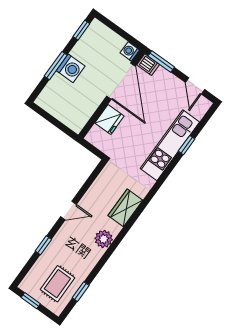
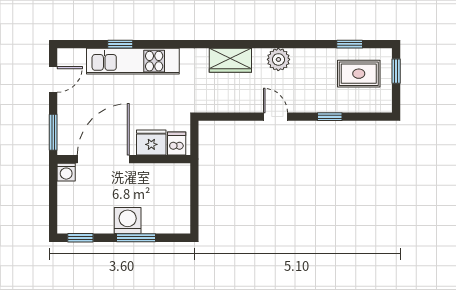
dishwasher: (148, 65) -> (177, 143), moved
window: (31, 301) -> (396, 71), moved

